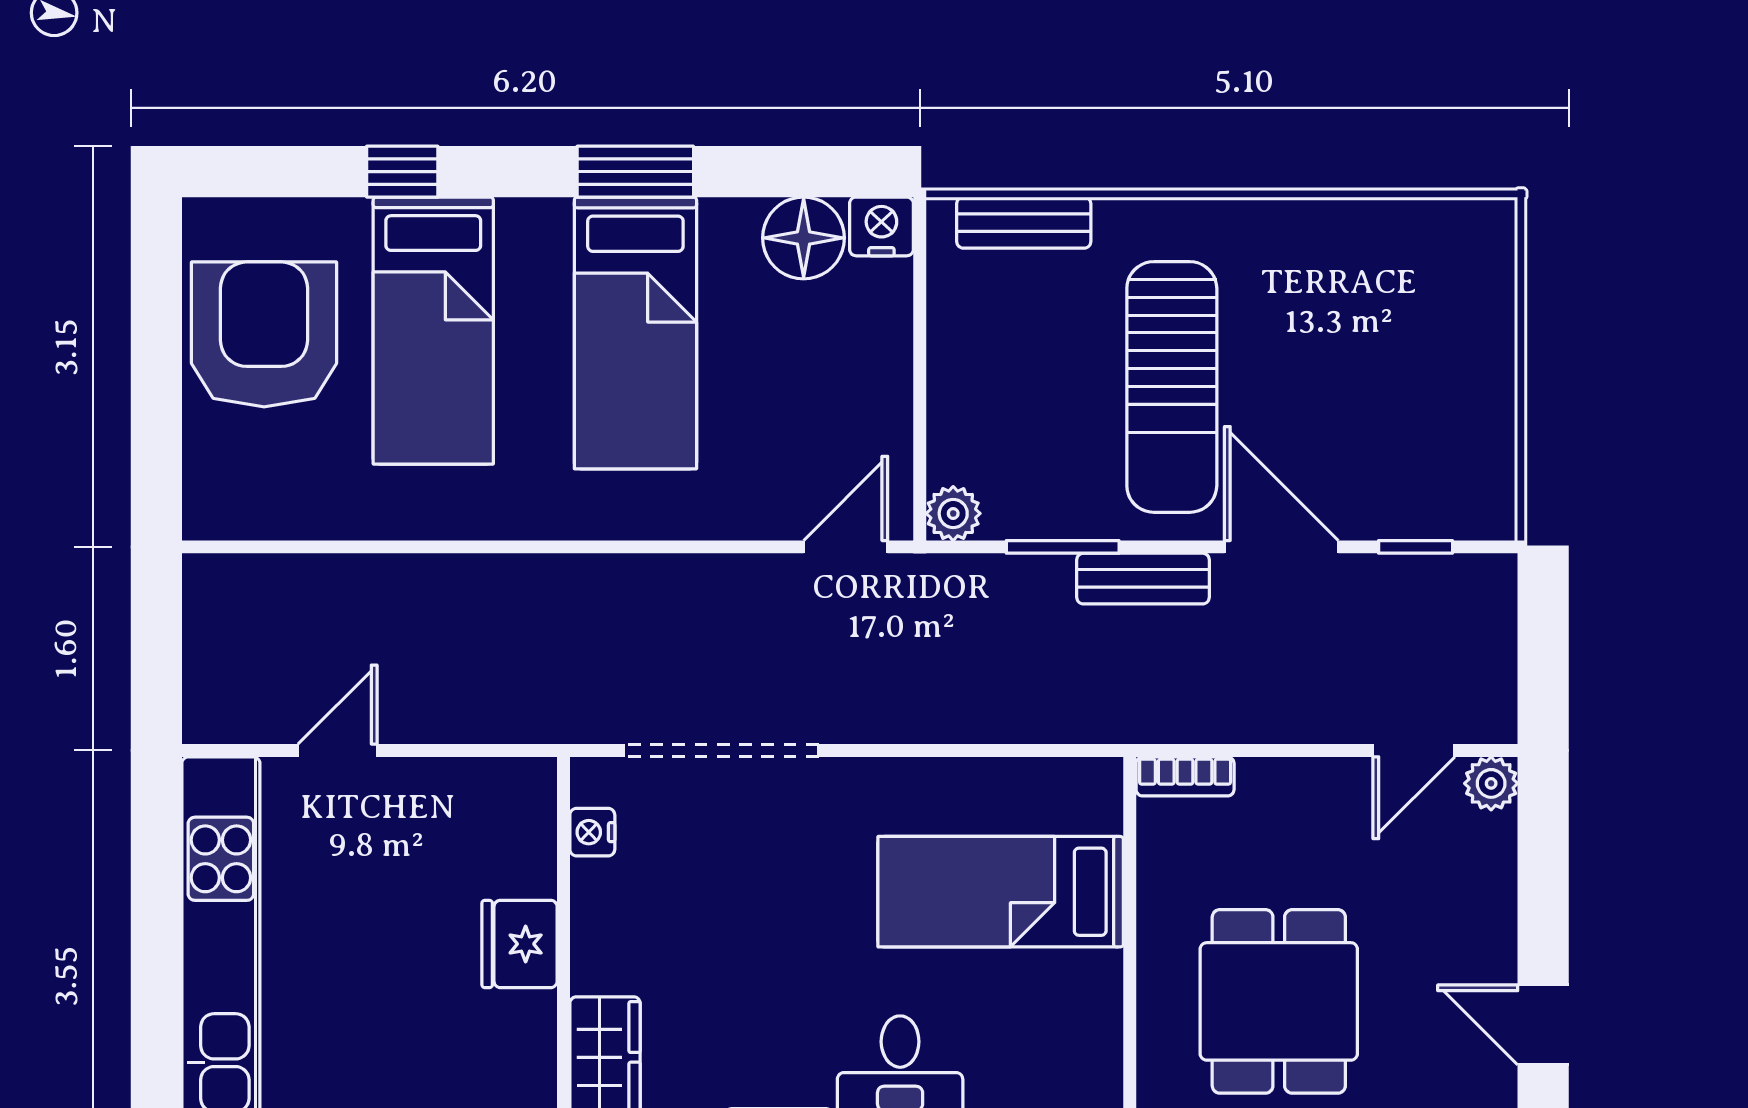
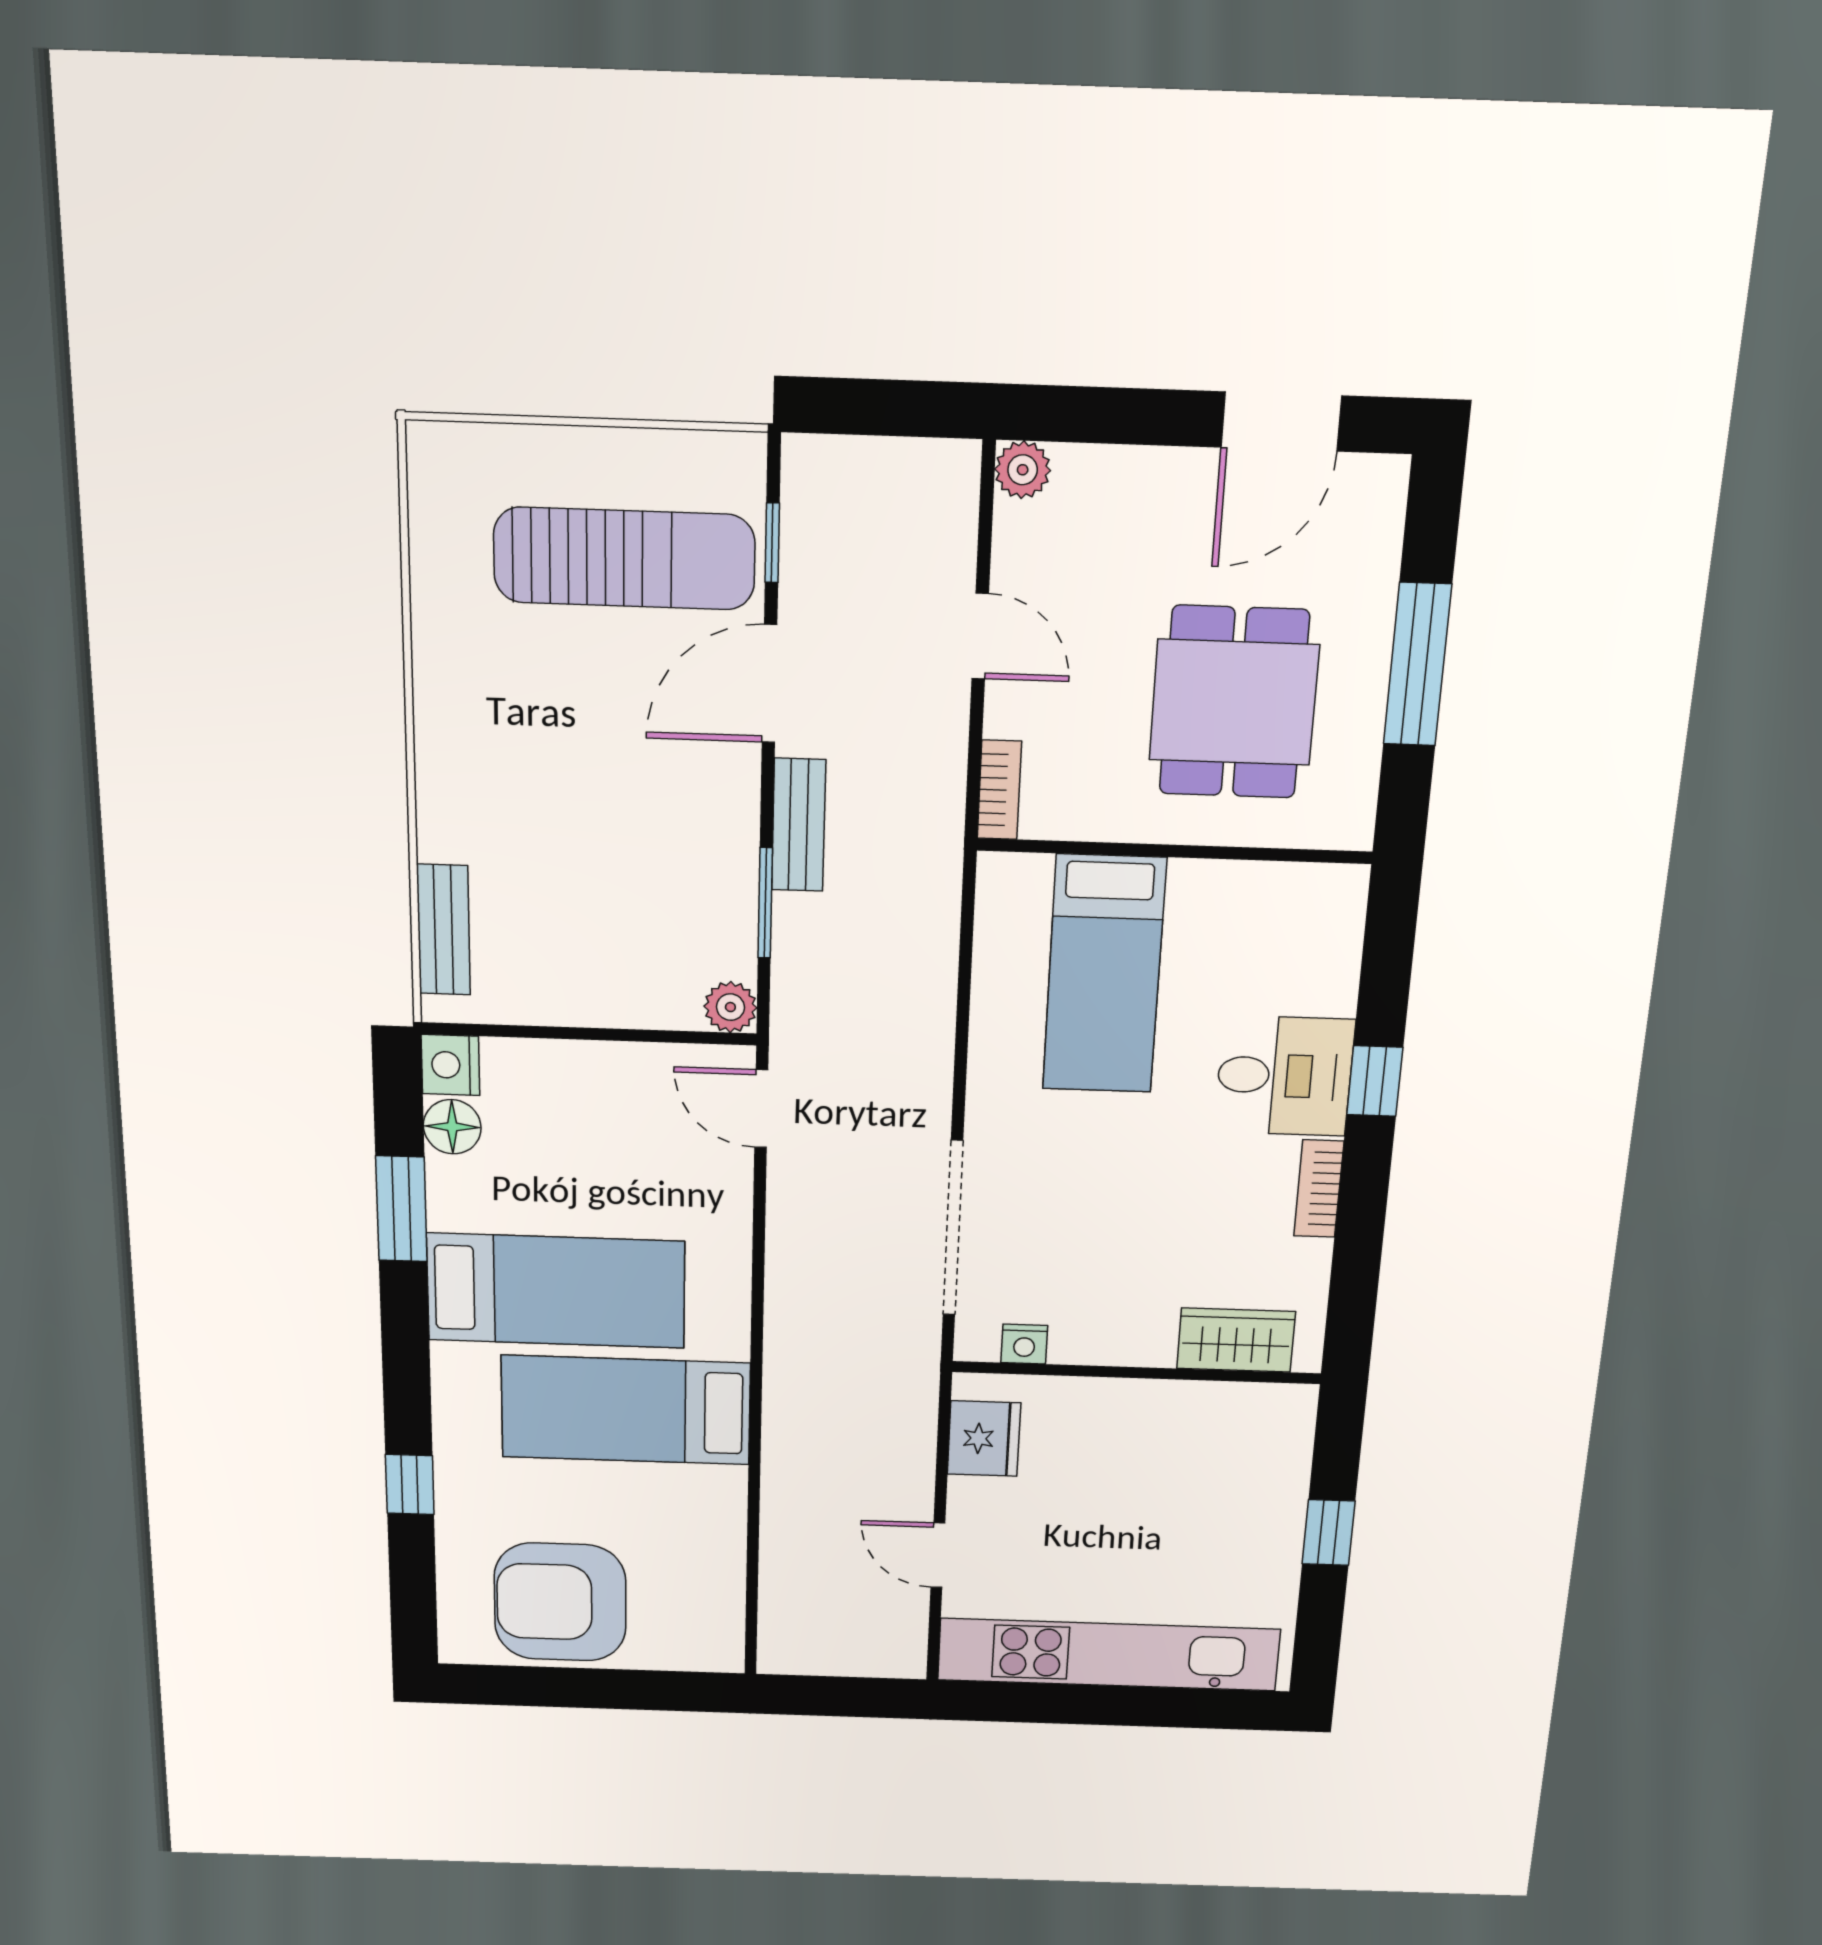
window: (635, 172) -> (401, 1209), moved
floor lamp: (804, 238) -> (452, 1127), width x0.73, depth x0.73
bed: (433, 331) -> (626, 1410), moved, turned 180
sun lounger: (1172, 387) -> (624, 559), moved
door: (1414, 750) -> (980, 636), moved
fridge: (520, 944) -> (984, 1439), moved, turned -90
dining table: (1279, 1001) -> (1234, 702), turned 90
door: (1543, 1025) -> (1281, 422), width x1.37

